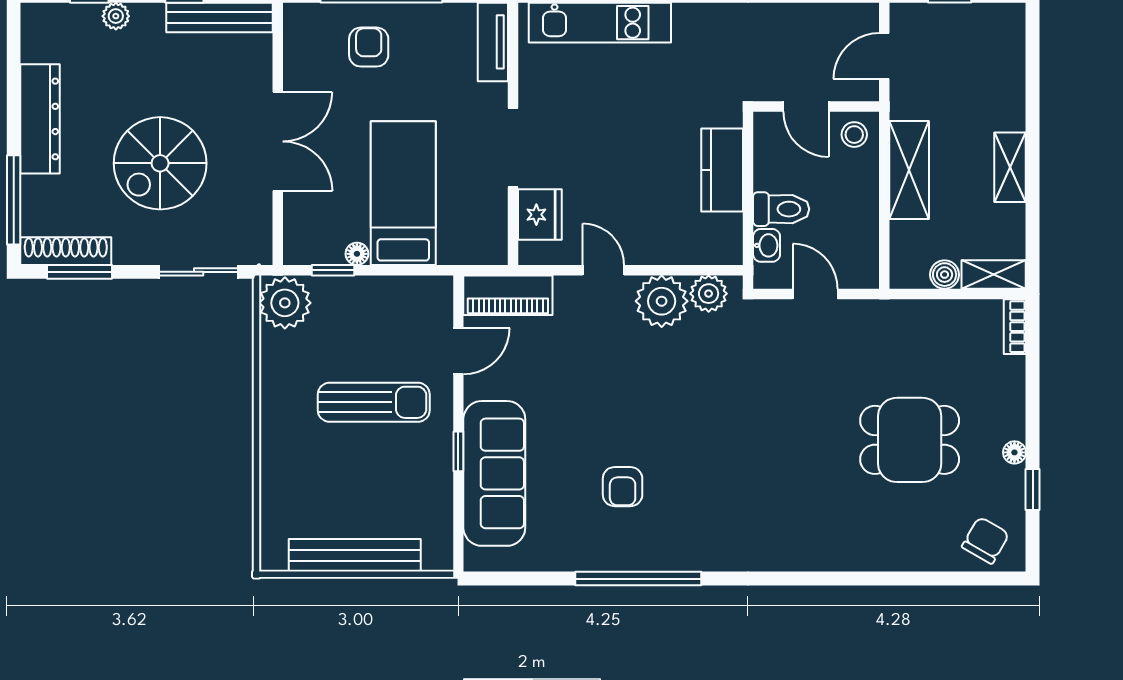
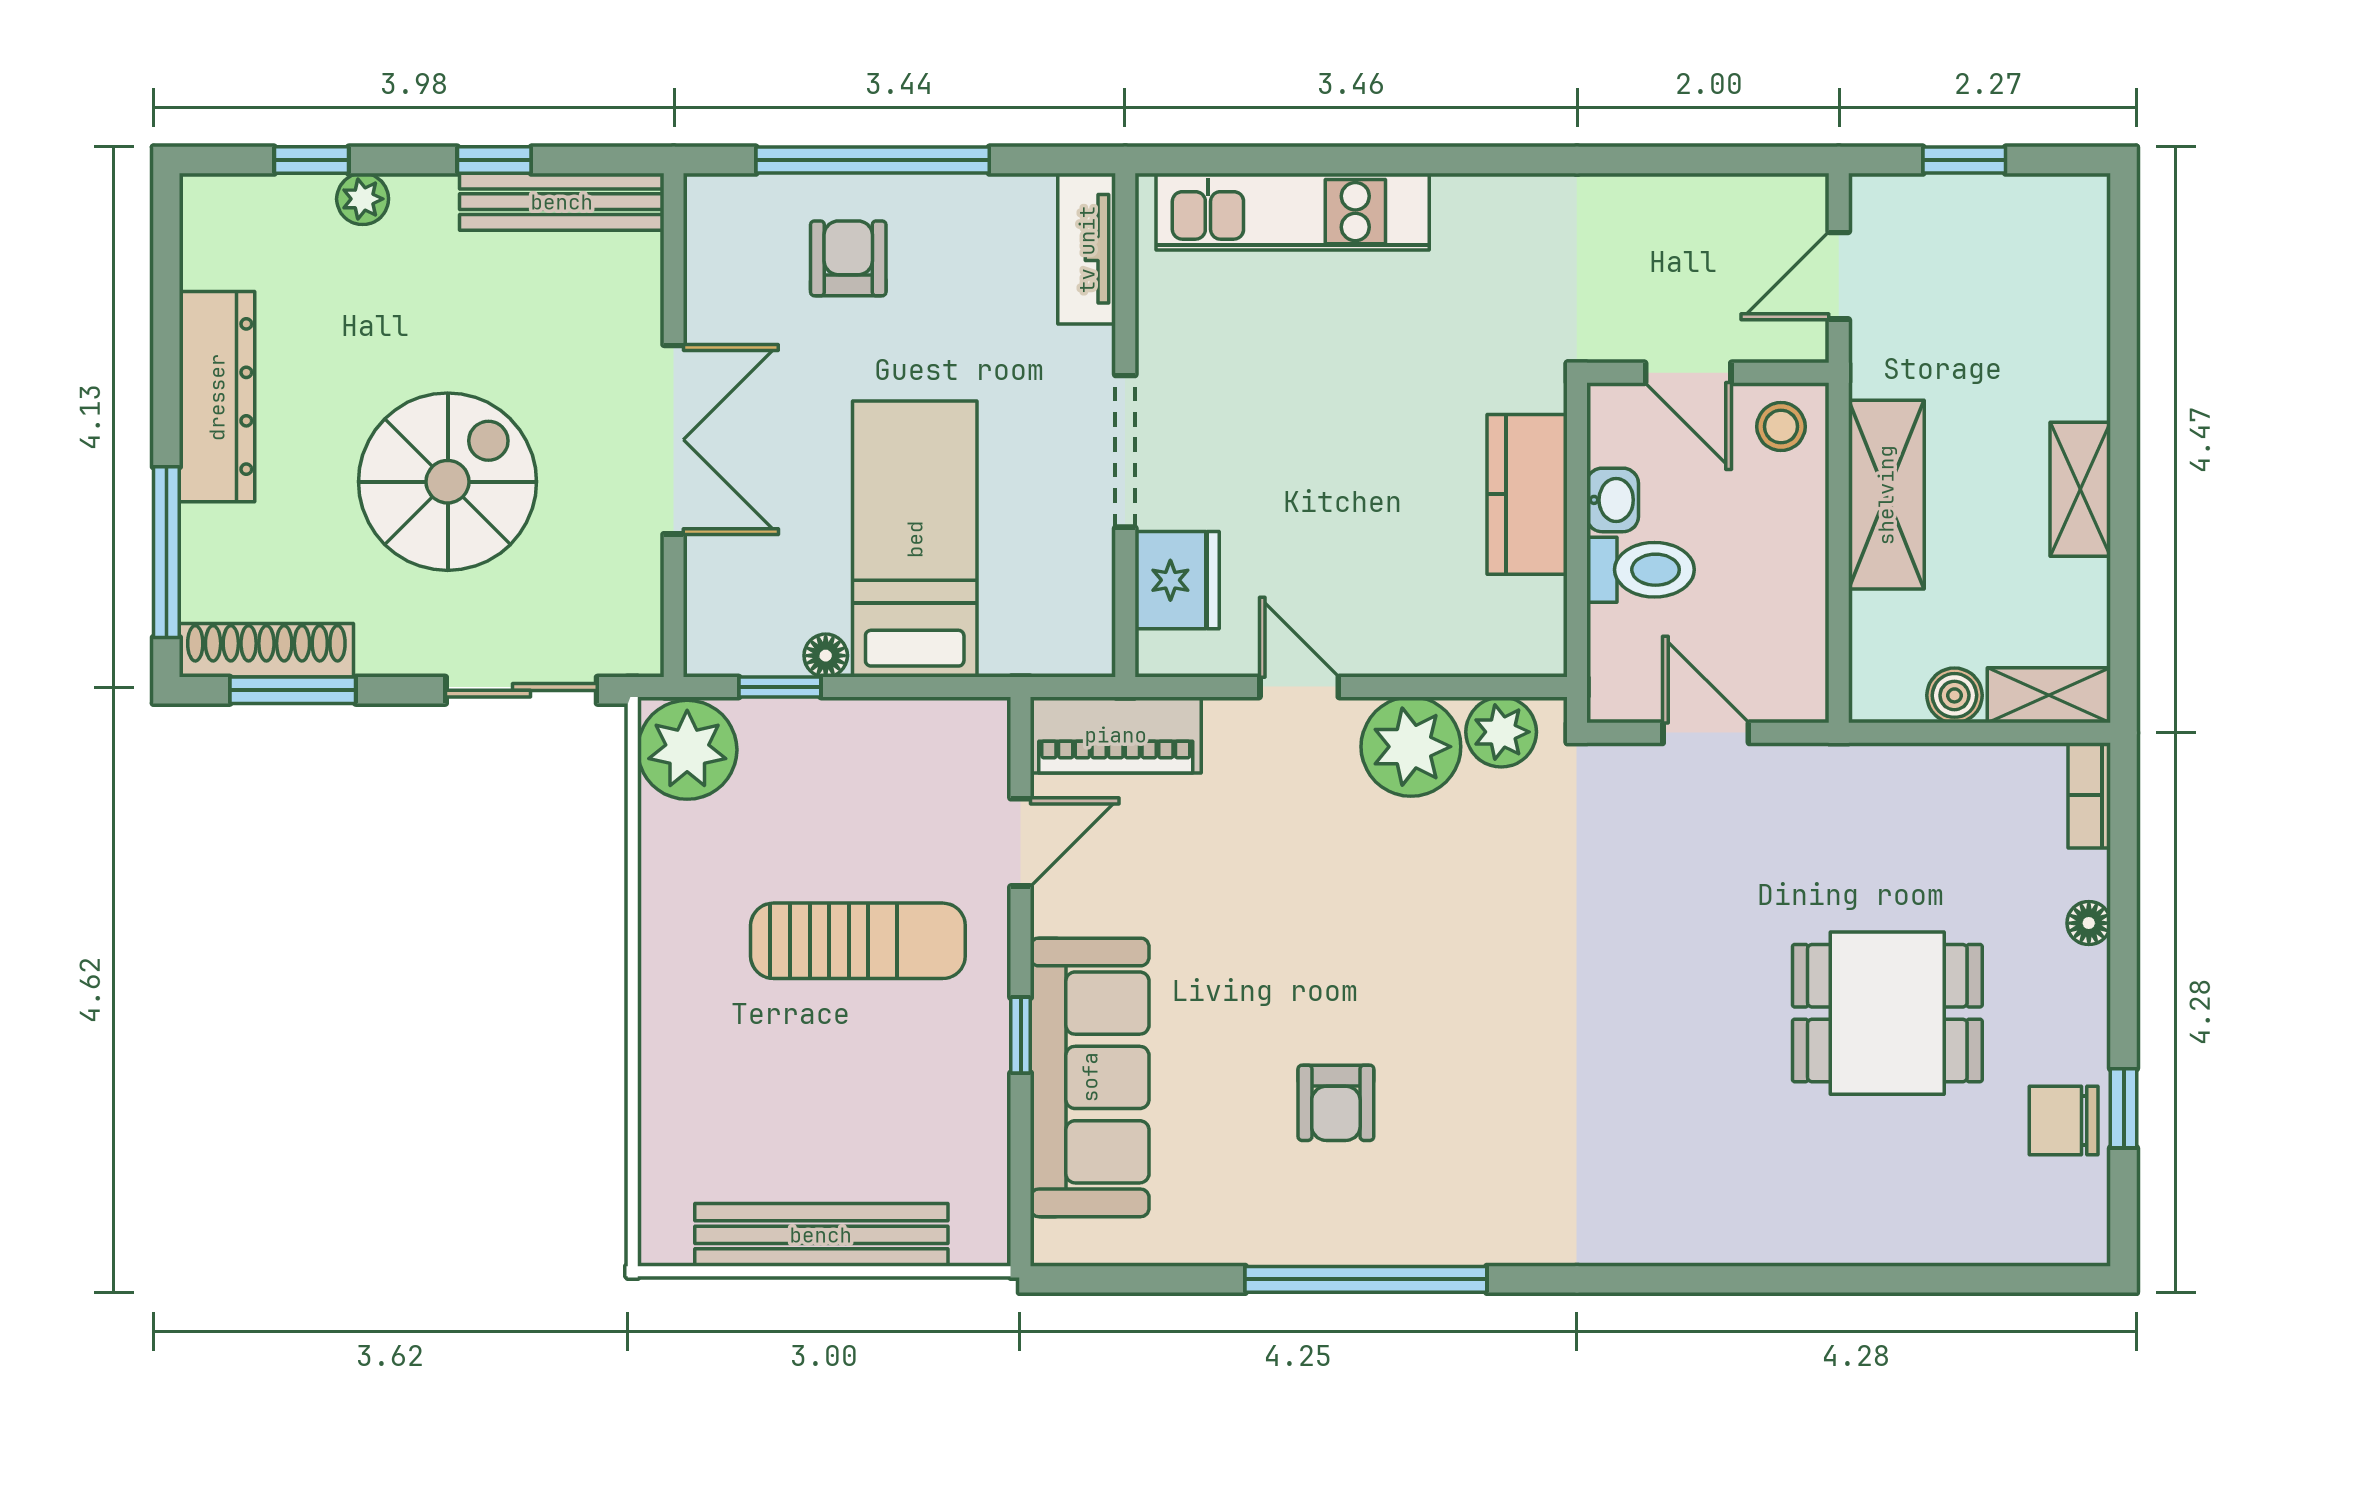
spiral stairs: (160, 163) -> (448, 482), turned 180
washbasin: (767, 245) -> (1613, 500), moved
floor lamp: (1014, 452) -> (2089, 923), moved
chair: (985, 540) -> (2064, 1120), moved, turned -120

